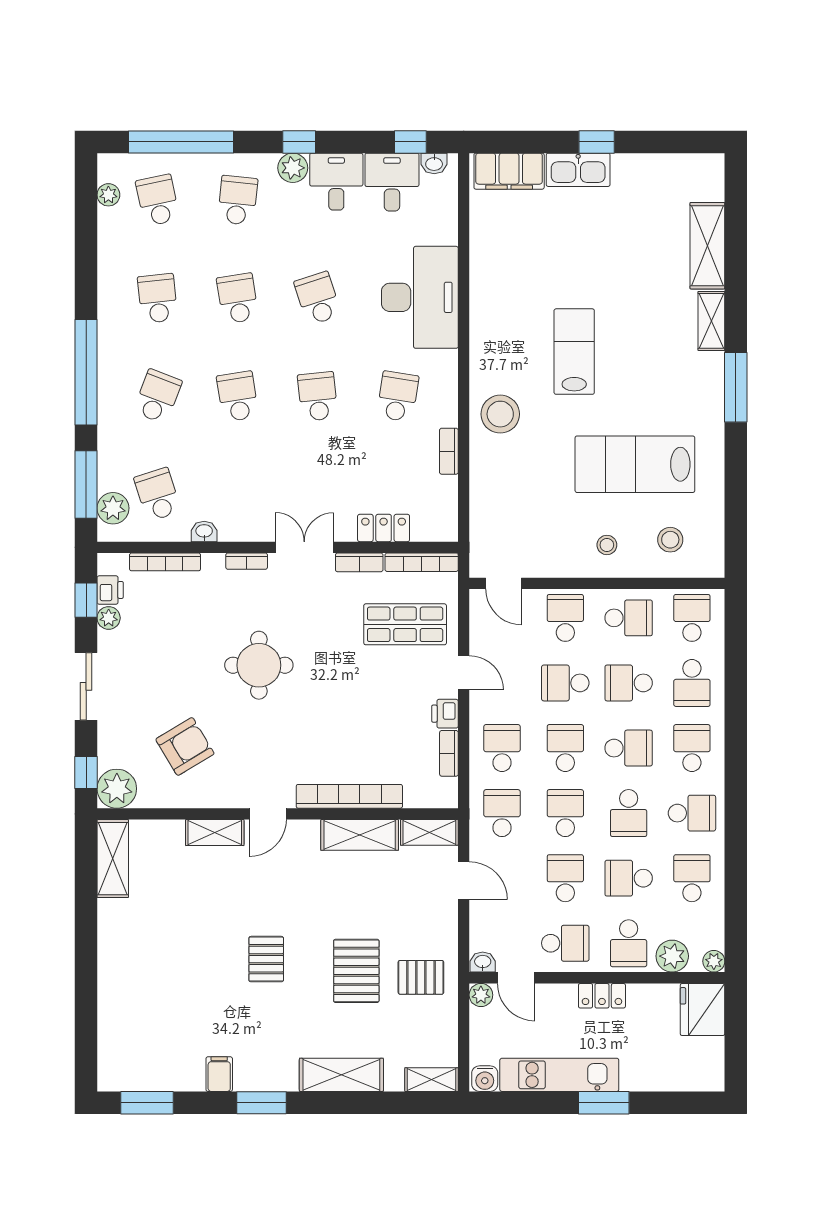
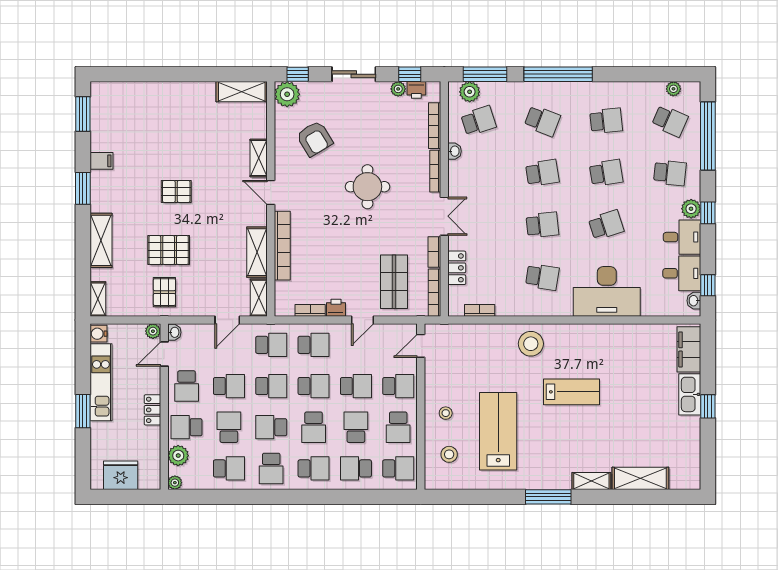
school desk: (158, 200) -> (670, 121), turned 36
bookcase: (449, 451) -> (480, 310), moved
bookcase: (247, 561) -> (435, 171), width x1.56
school desk: (565, 683) -> (356, 386), turned 90
fridge: (702, 1009) -> (121, 475), moved

